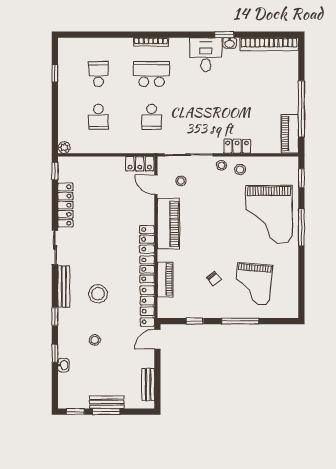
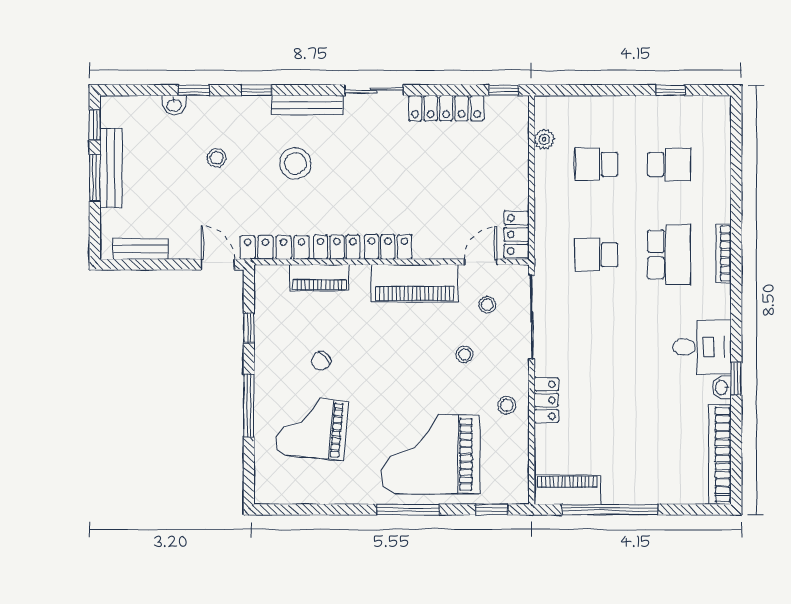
plant: (64, 147) -> (544, 139), moved
stool: (221, 165) -> (464, 354), moved
bench: (107, 402) -> (111, 168), width x1.36

